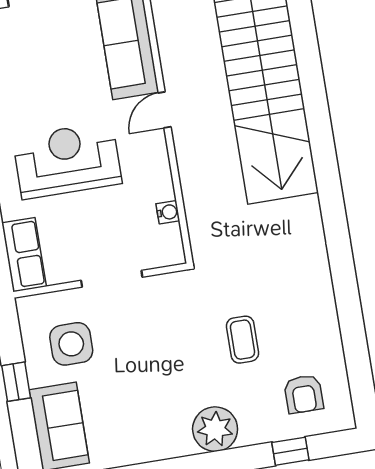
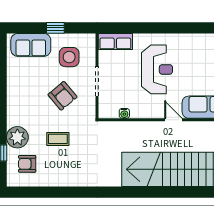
armchair: (153, 345) -> (63, 96), added
plant: (215, 429) -> (17, 137), moved

